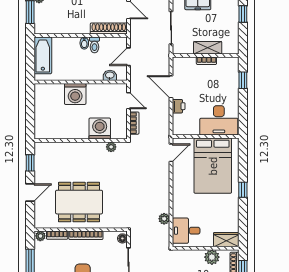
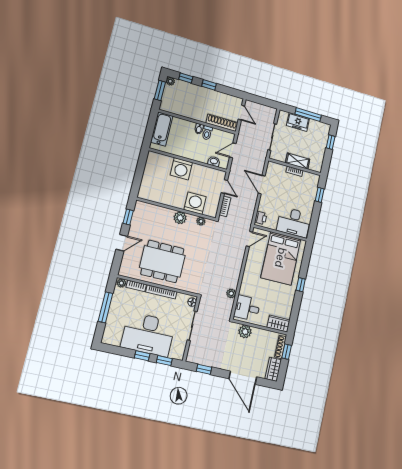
printer: (179, 106) -> (261, 218), moved
plant: (87, 149) -> (180, 218), added
plant: (212, 257) -> (245, 332), moved

